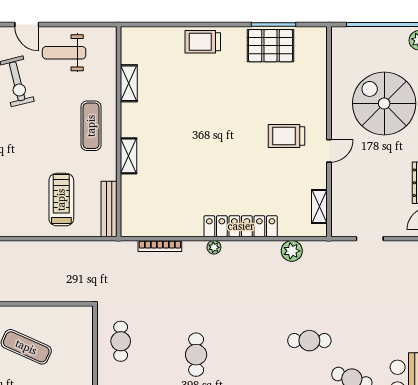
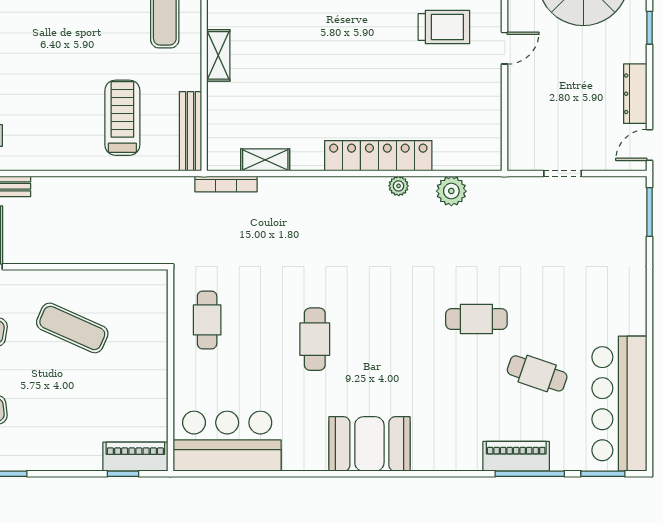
trolley: (287, 136) -> (444, 27), turned 180
shelving: (319, 206) -> (265, 160), moved, turned 90
bookcase: (160, 246) -> (226, 184), moved
plant: (214, 247) -> (399, 186), moved

